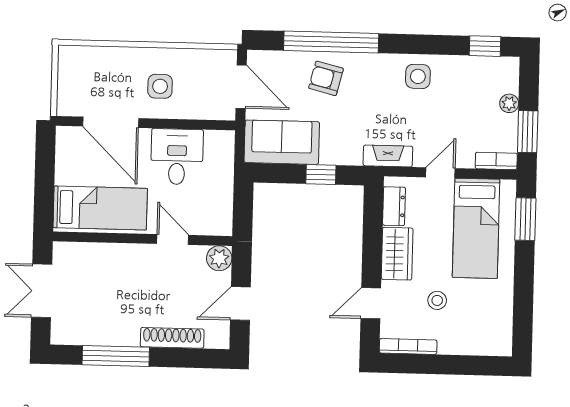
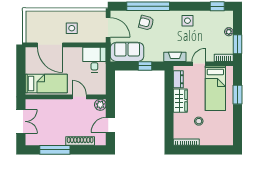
desk: (177, 157) -> (94, 60), moved
window: (525, 219) -> (237, 95), moved
double door: (42, 291) -> (21, 121), swing flipped
door: (371, 303) -> (169, 123), removed

